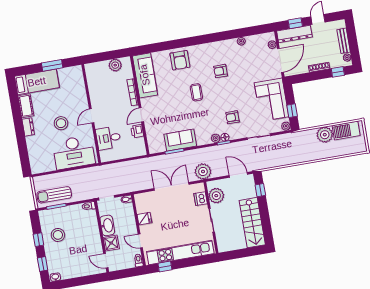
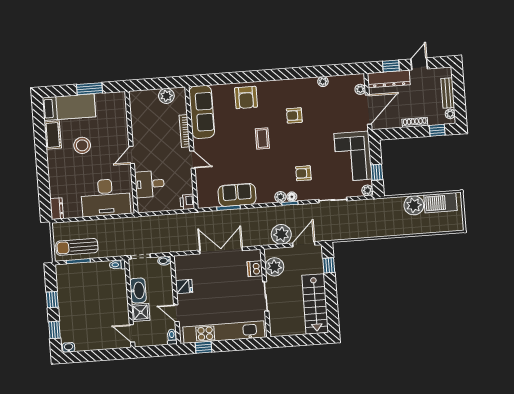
door: (141, 115) -> (192, 160), swing flipped
stool: (61, 123) -> (82, 145), moved
dresser: (28, 127) -> (57, 209), moved
printer: (137, 131) -> (187, 202), moved
plant: (203, 171) -> (281, 234), moved
door: (238, 175) -> (304, 244), hinge flipped
stool: (58, 235) -> (77, 296), removed

